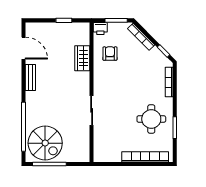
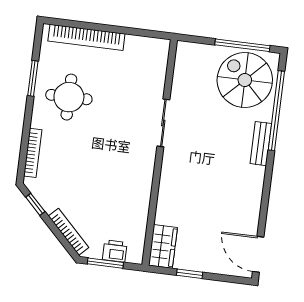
printer: (100, 29) -> (115, 251), moved
door: (24, 48) -> (258, 254), moved
armchair: (110, 54) -> (122, 211), removed
wardrobe: (82, 58) -> (163, 246), moved
bench: (30, 77) -> (261, 144), moved

